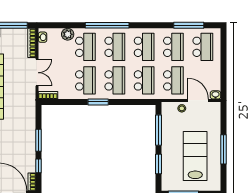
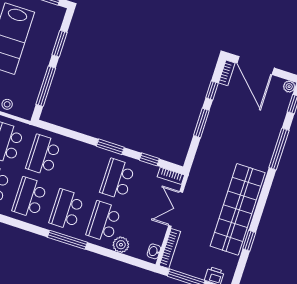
window: (107, 25) -> (67, 240), width x0.68
school desk: (115, 80) -> (80, 167), removed
window: (67, 102) -> (149, 159), added

